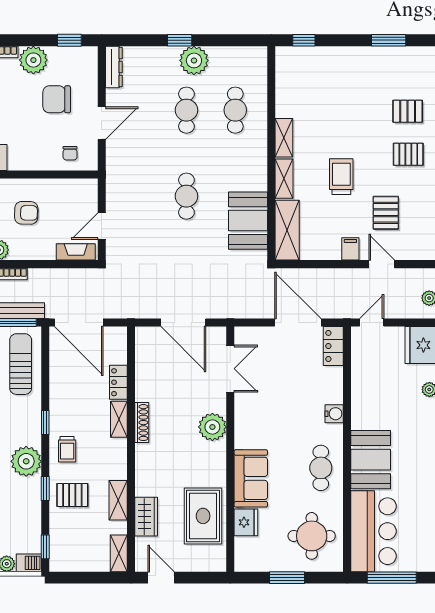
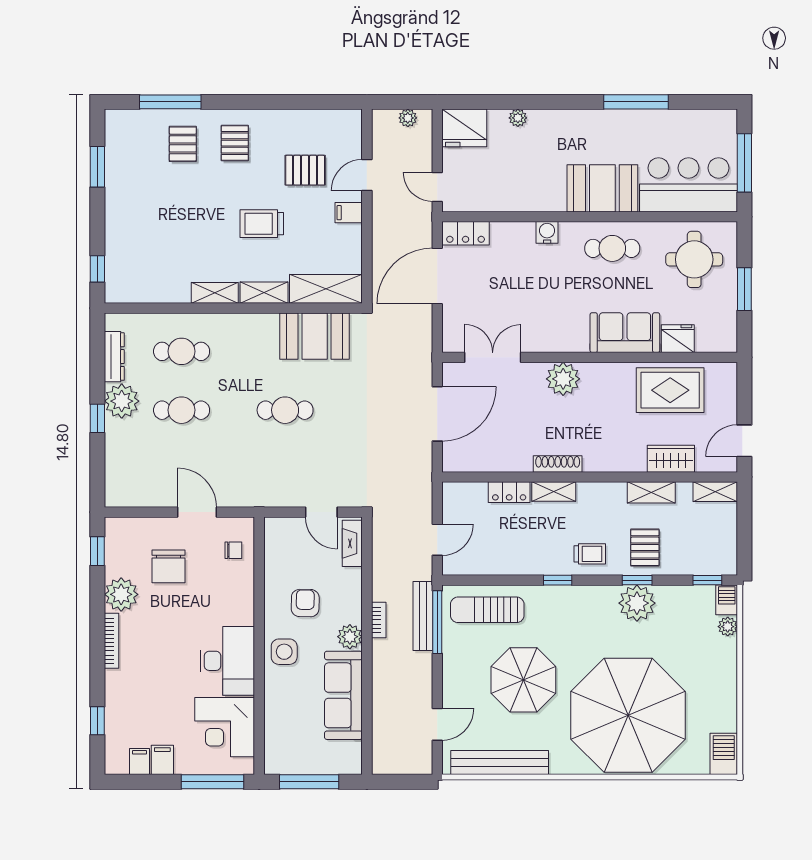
dresser: (114, 67) -> (114, 357), moved, turned 90
door: (79, 323) -> (437, 540), width x0.53
plant: (26, 461) -> (637, 603), moved

